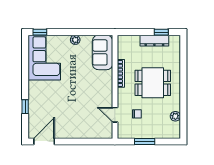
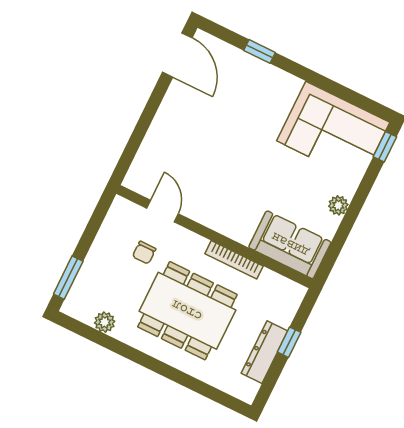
window: (161, 32) -> (289, 342), moved
dining table: (153, 83) -> (187, 311), width x1.37
door: (115, 115) -> (163, 211), hinge flipped
window: (145, 141) -> (68, 278), moved

